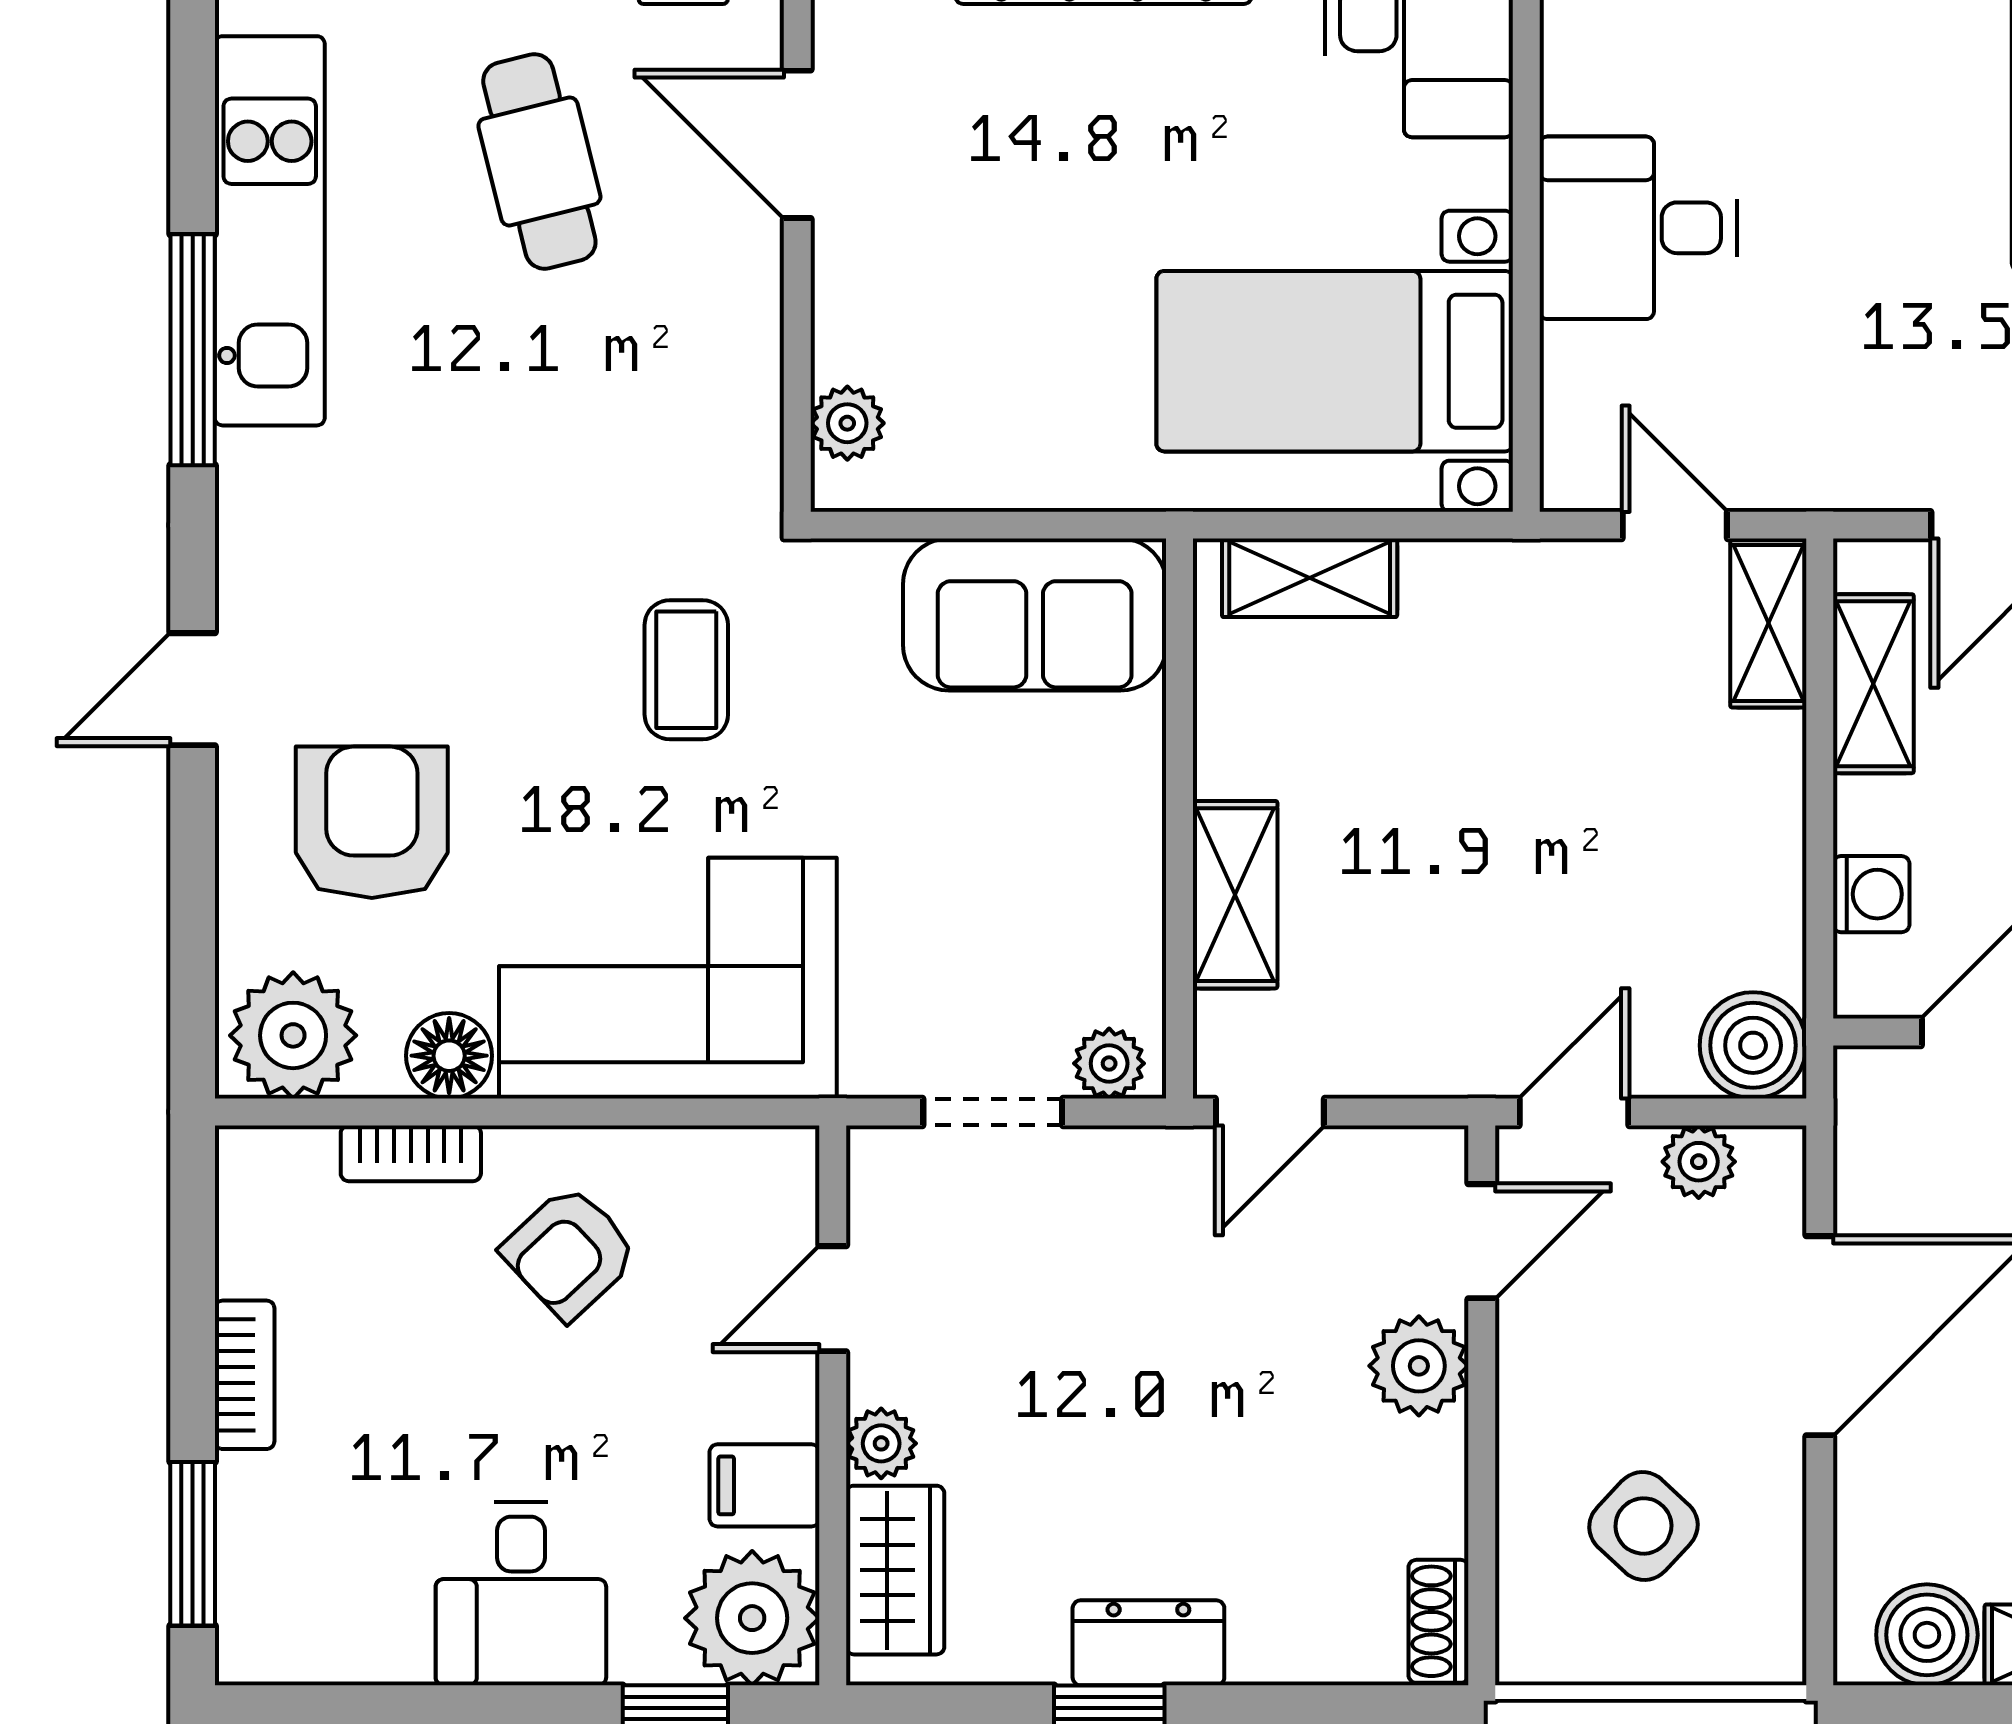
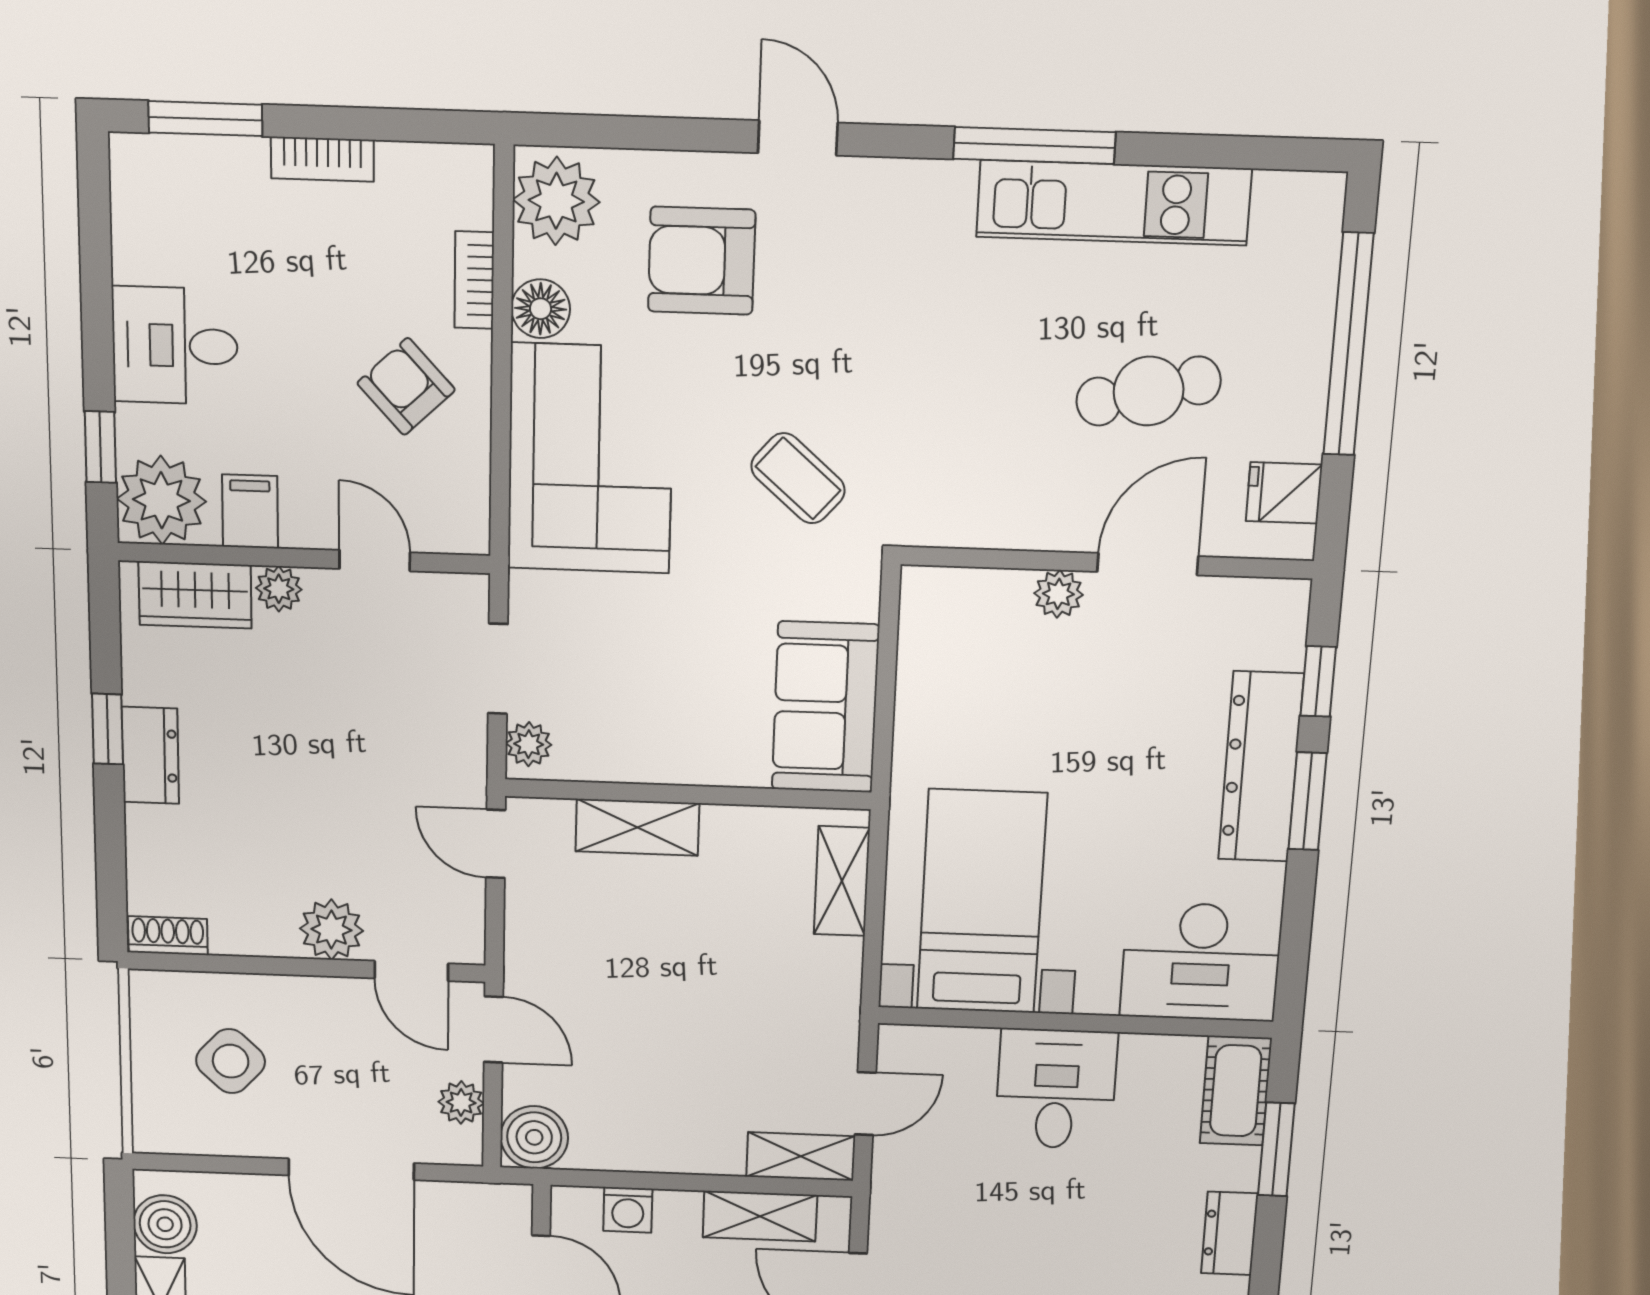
plant: (847, 423) -> (1058, 594), moved
coffee table: (686, 670) -> (798, 478), turned 41
armchair: (372, 822) -> (702, 261), turned 180

